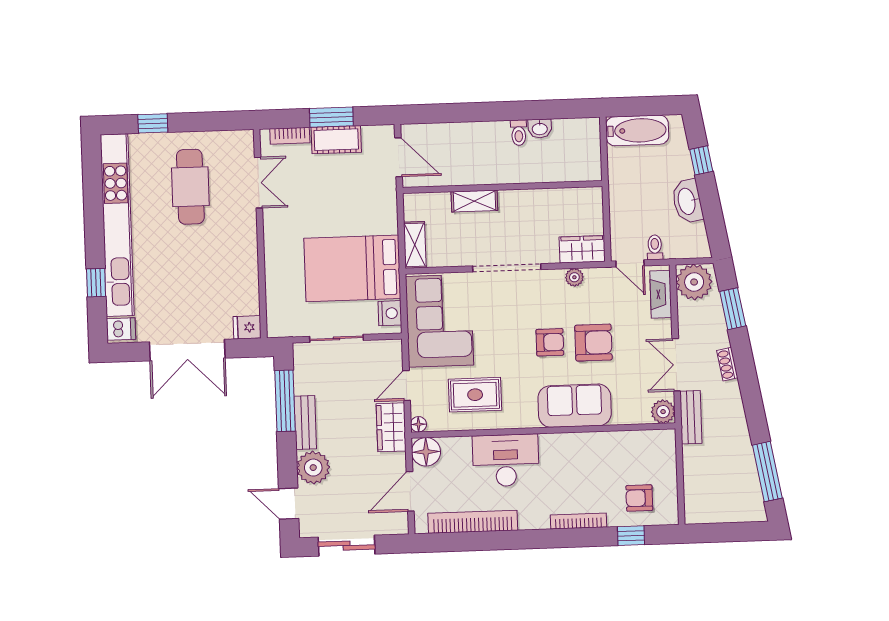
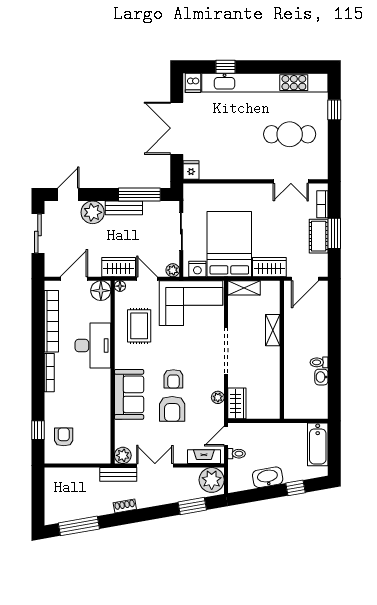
wardrobe: (384, 209) -> (269, 267), added
plant: (393, 349) -> (173, 270), added
shoe rack: (727, 364) -> (125, 506), moved
door: (410, 491) -> (74, 279), hinge flipped
bookcase: (579, 521) -> (49, 373), moved

